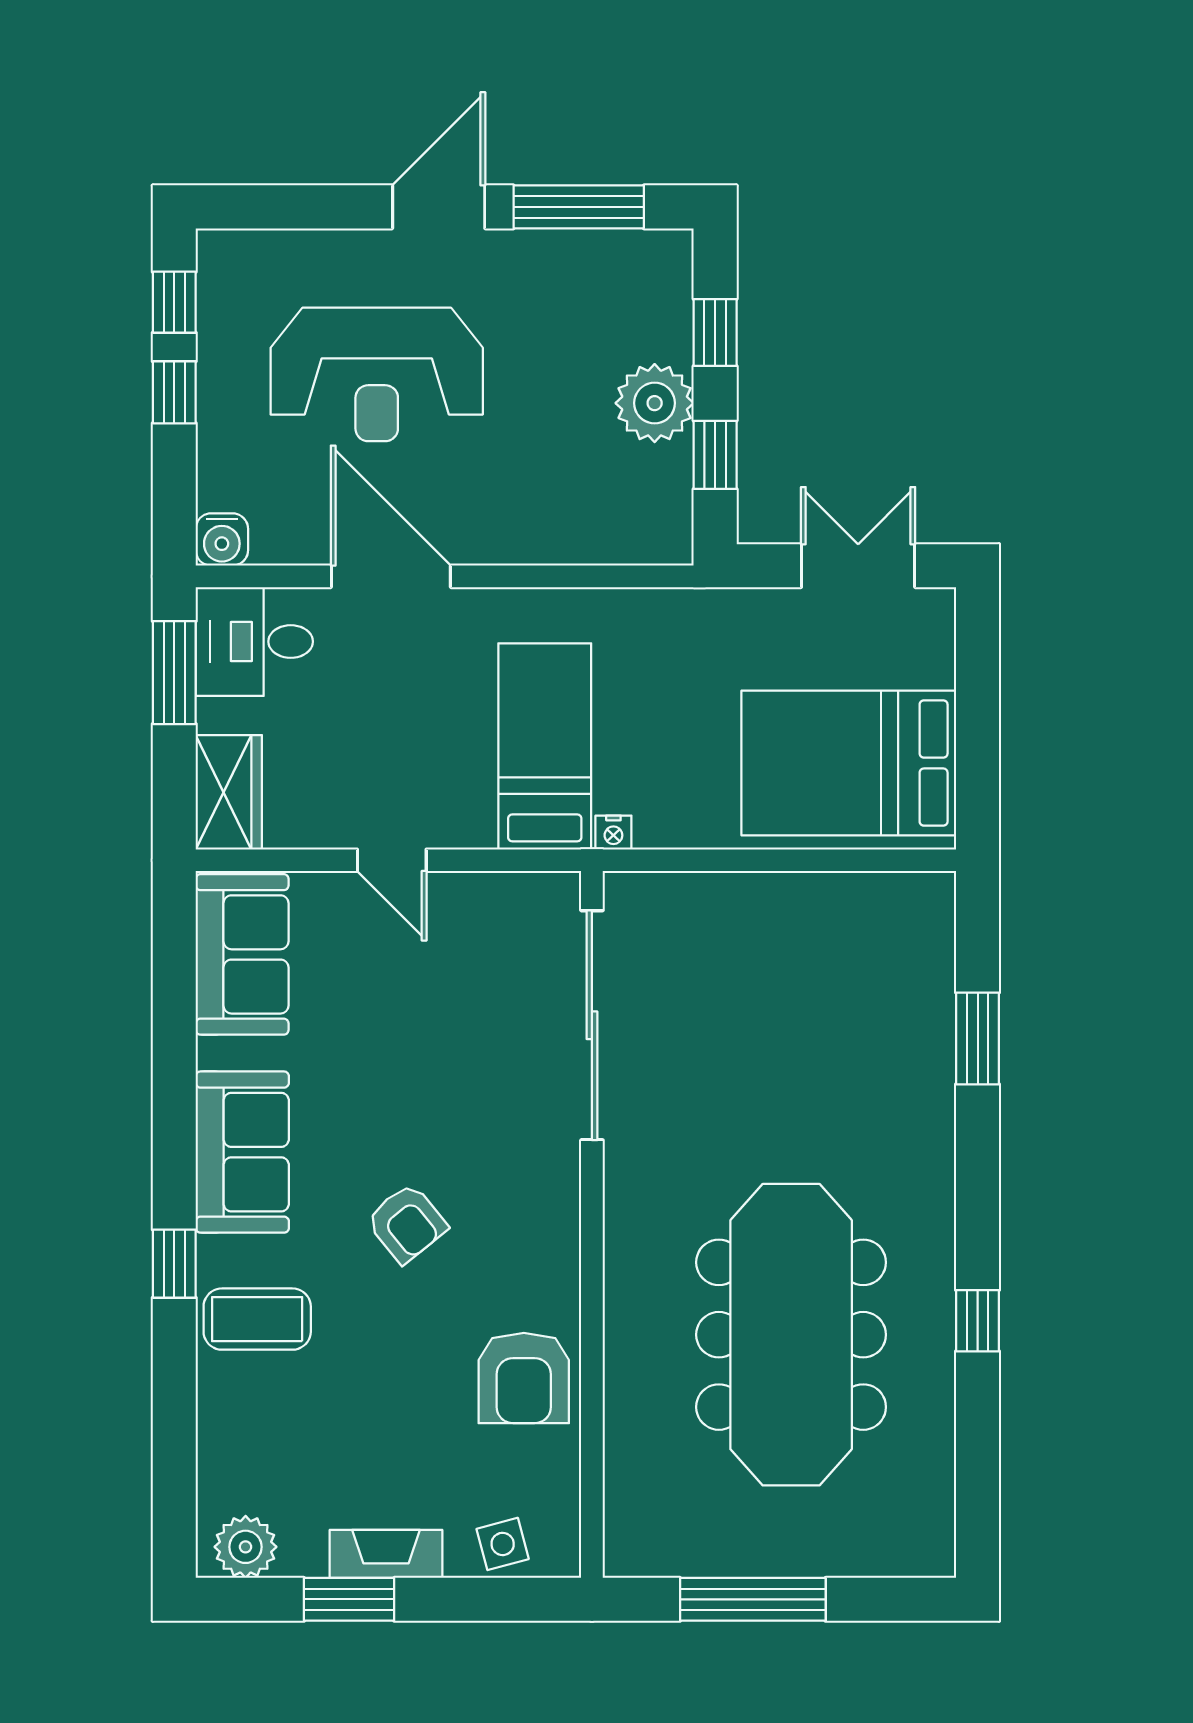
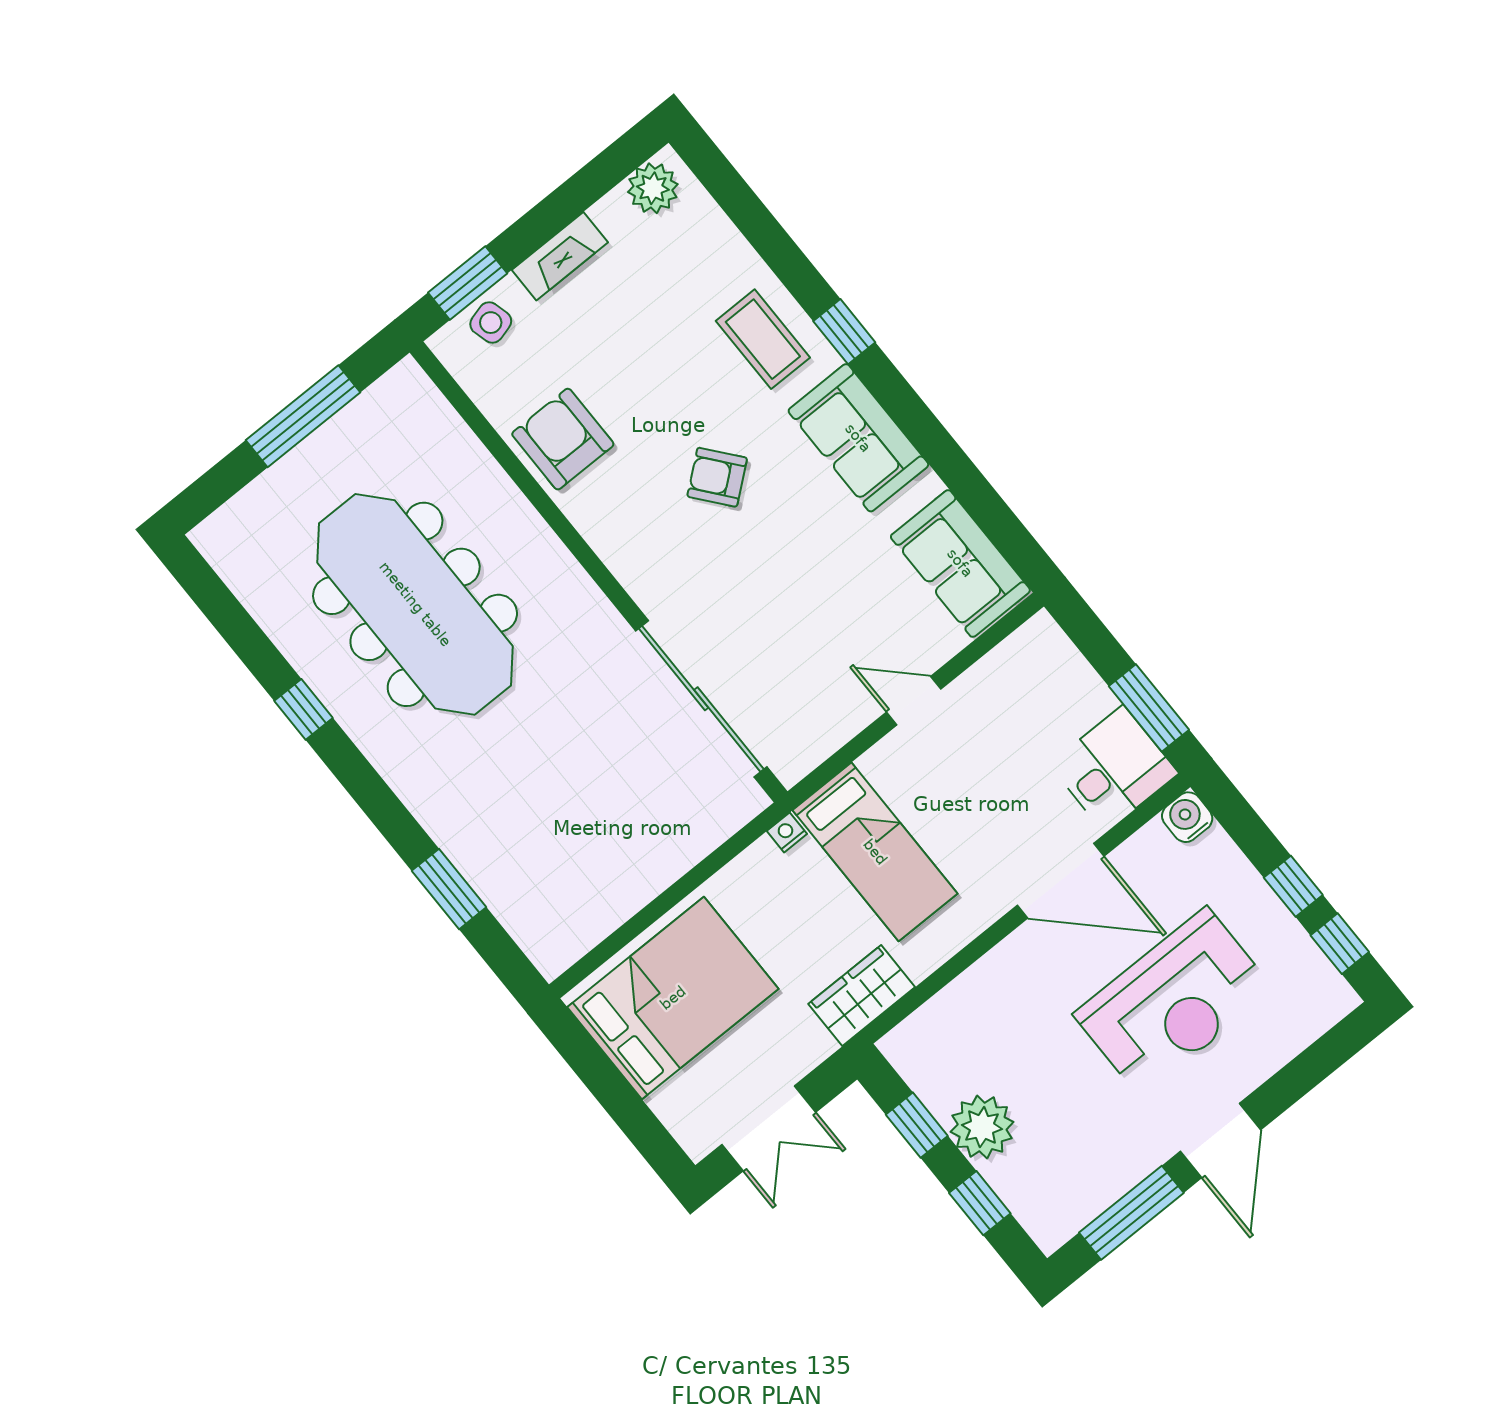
reception desk: (377, 374) -> (1174, 1002), turned 180
wardrobe: (229, 792) -> (862, 995), moved, turned 90
coffee table: (257, 1319) -> (763, 339), turned 90
window: (349, 1599) -> (468, 283), moved

